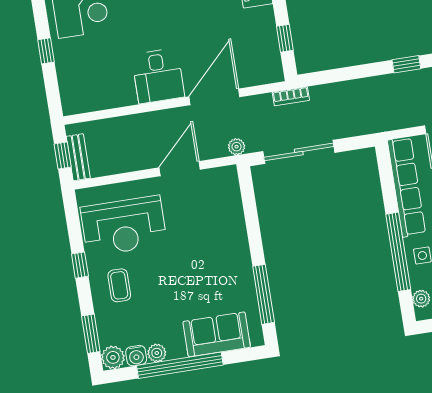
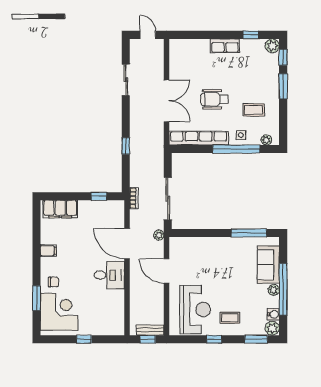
window: (406, 64) -> (126, 146), moved
plant: (157, 353) -> (274, 290), moved

